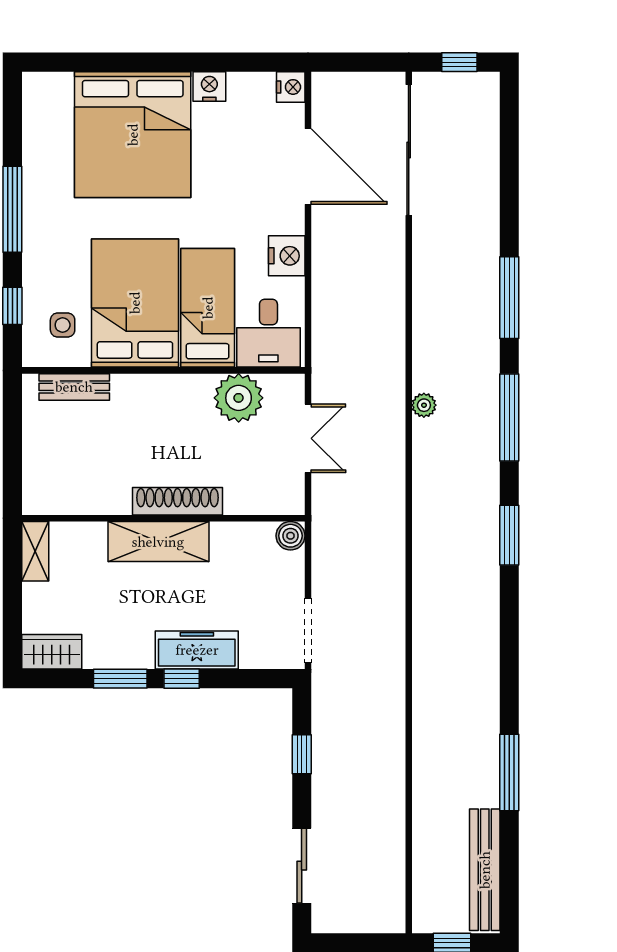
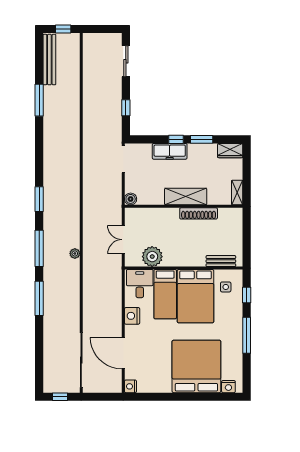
nightstand: (209, 86) -> (228, 387), moved
shoe rack: (177, 501) -> (199, 213), moved

